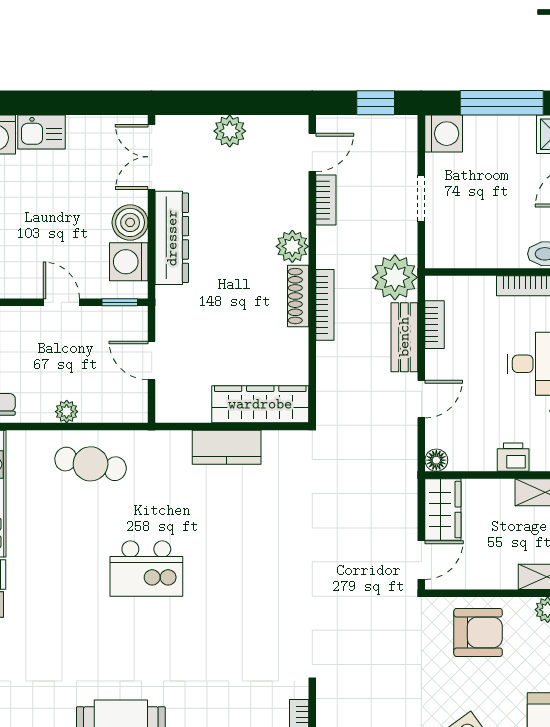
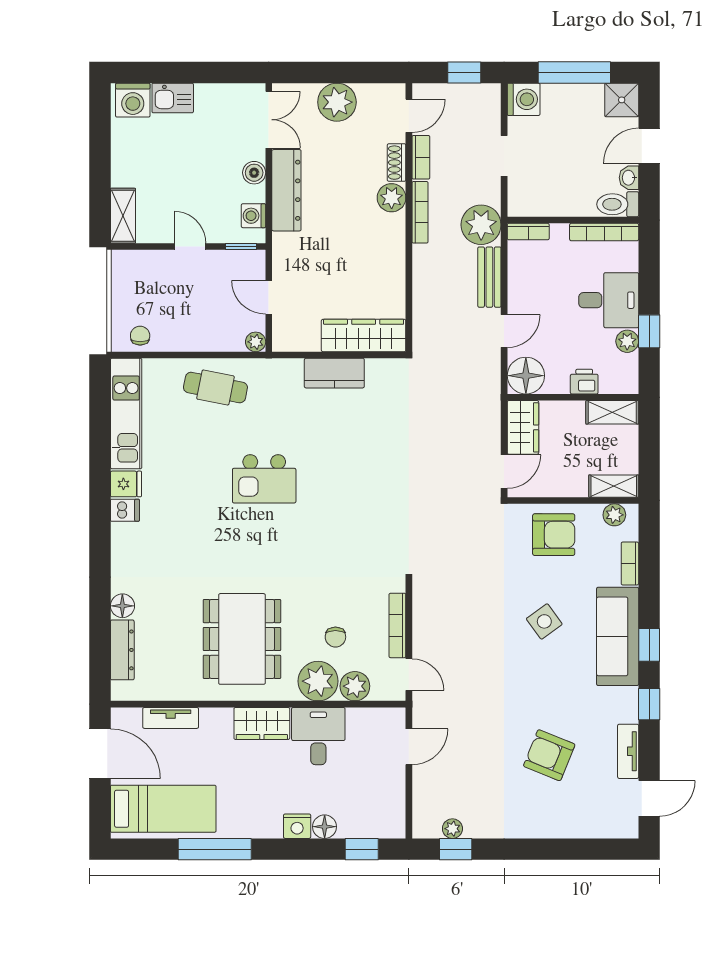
plant: (230, 131) -> (337, 102), width x1.36, depth x1.36
double door: (152, 157) -> (269, 120), swing flipped
boiler: (130, 222) -> (254, 173), width x0.73, depth x0.73
washing machine: (129, 262) -> (253, 216), width x0.73, depth x0.73
shoe rack: (298, 296) -> (397, 163), moved, width x0.70
bookcase: (325, 305) -> (420, 212), moved
bookcase: (435, 325) -> (528, 232), moved, turned 90
plant: (67, 412) -> (256, 342), moved
floor lamp: (436, 460) -> (526, 376), width x1.89, depth x1.89

